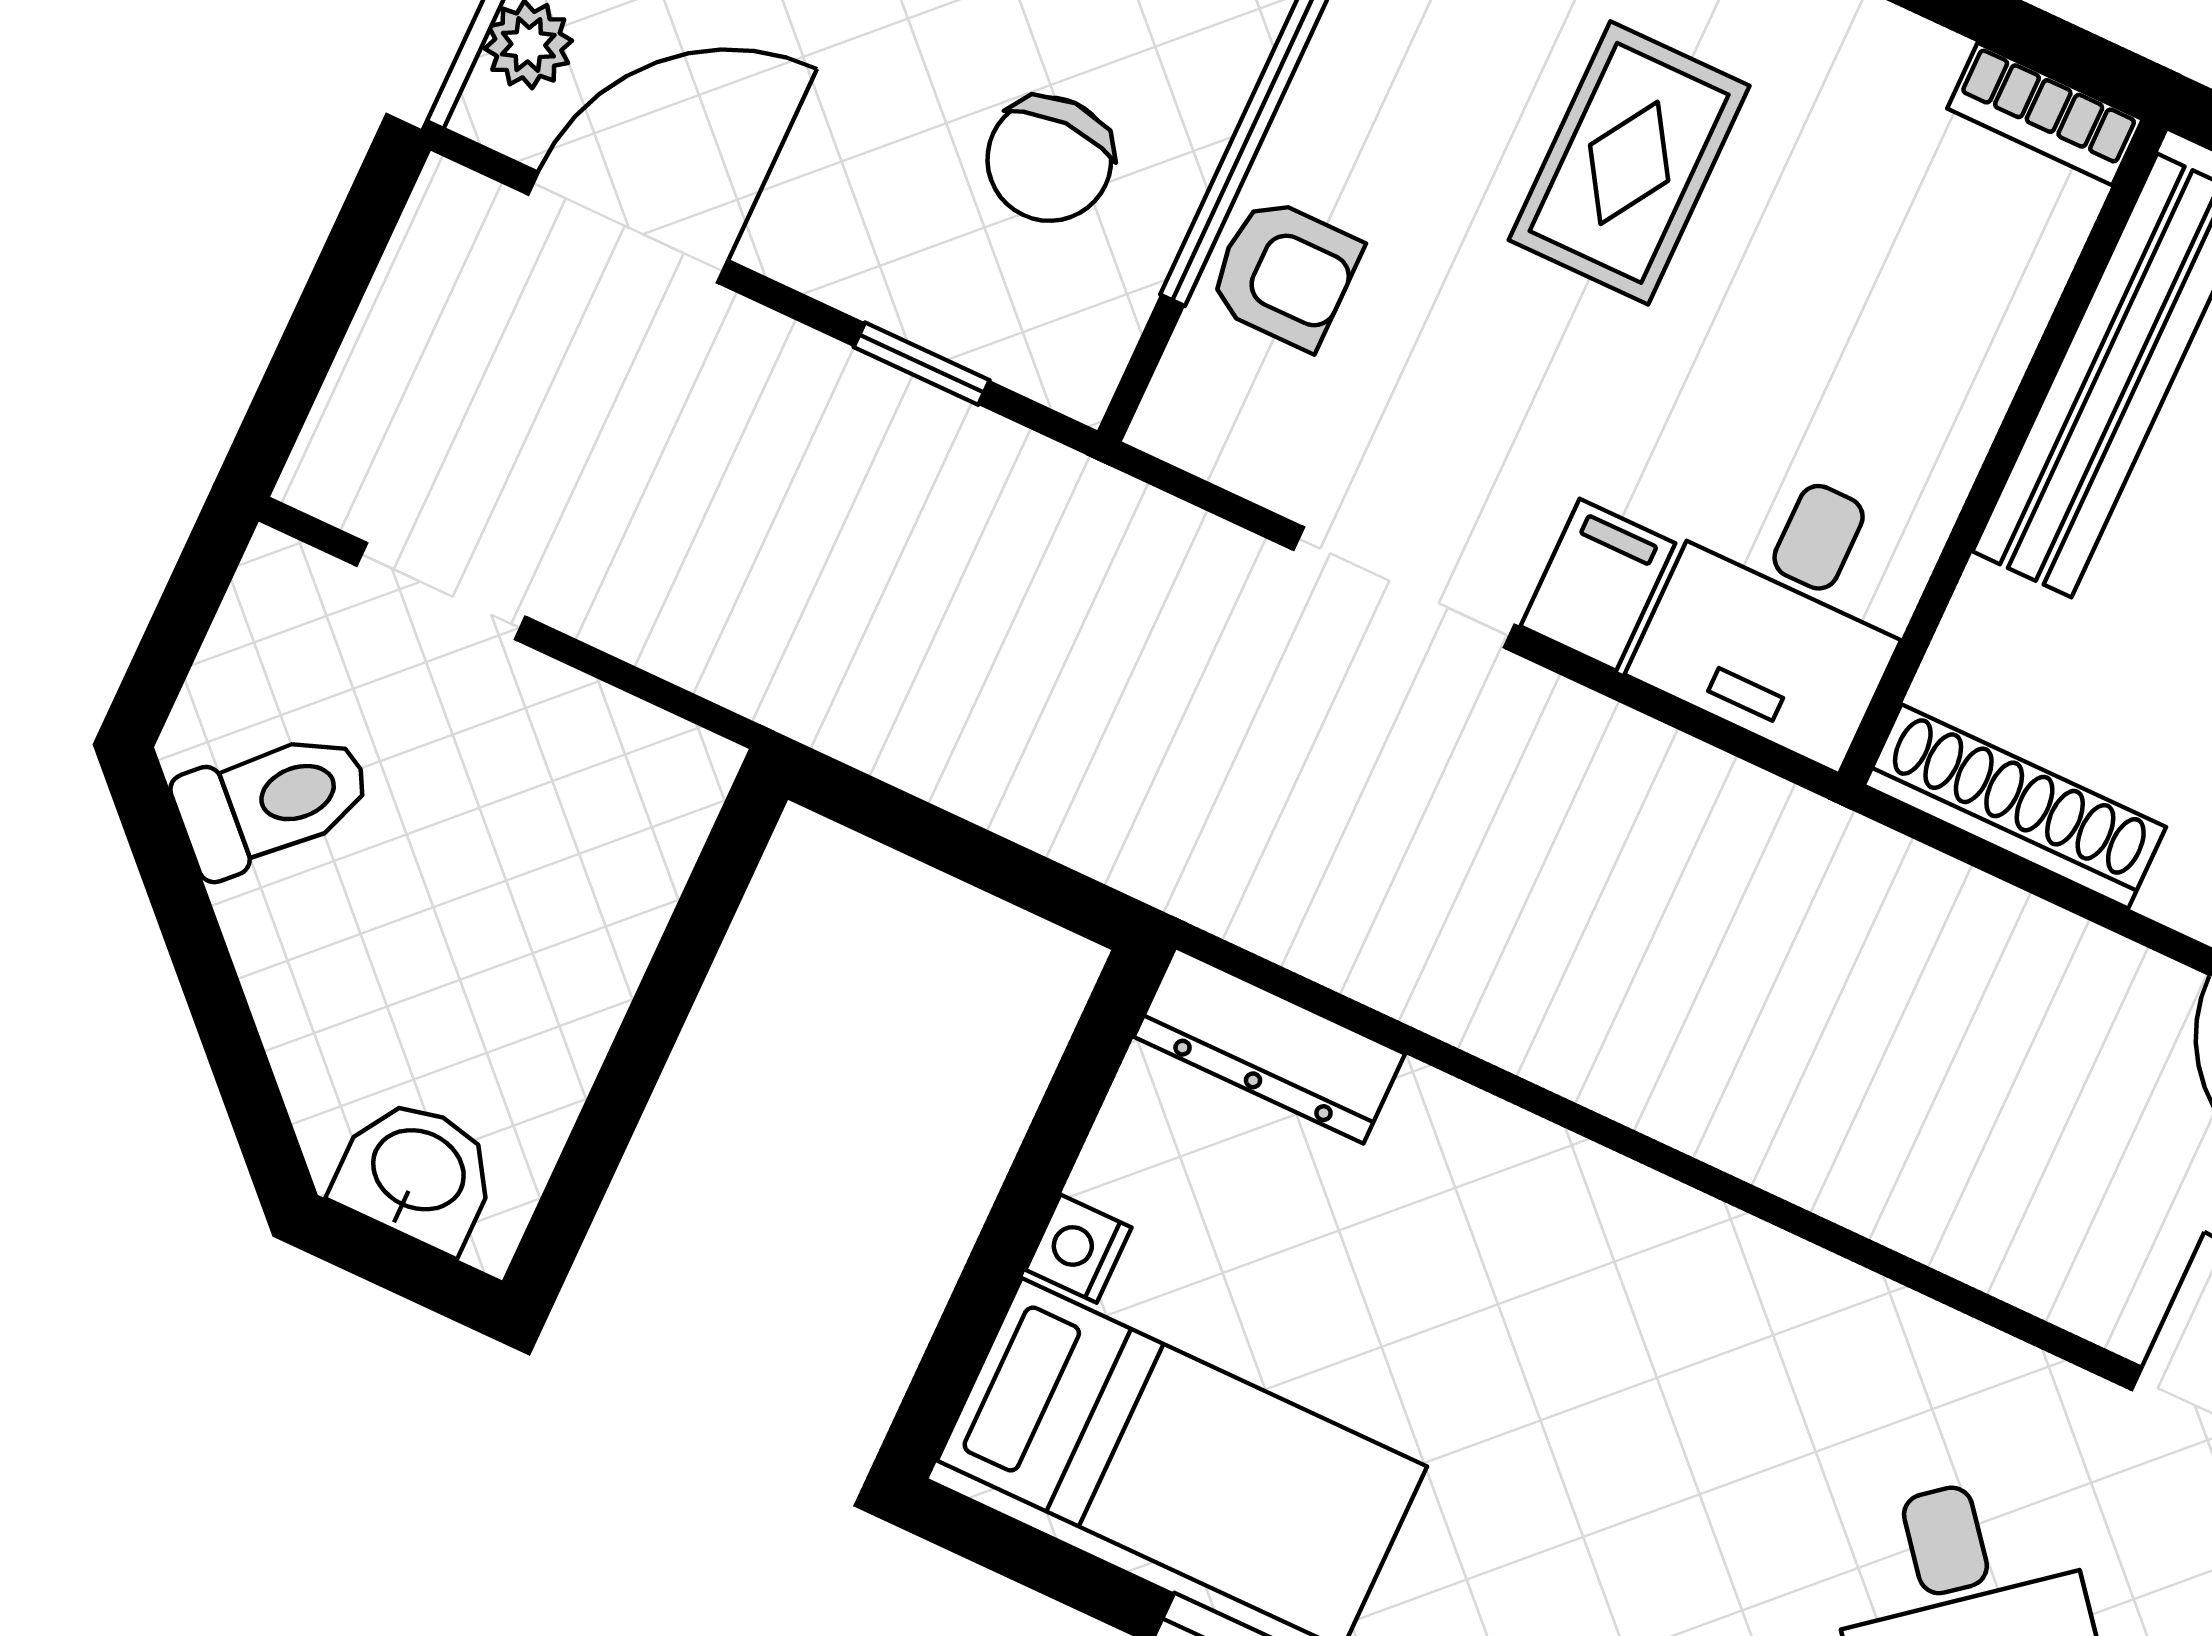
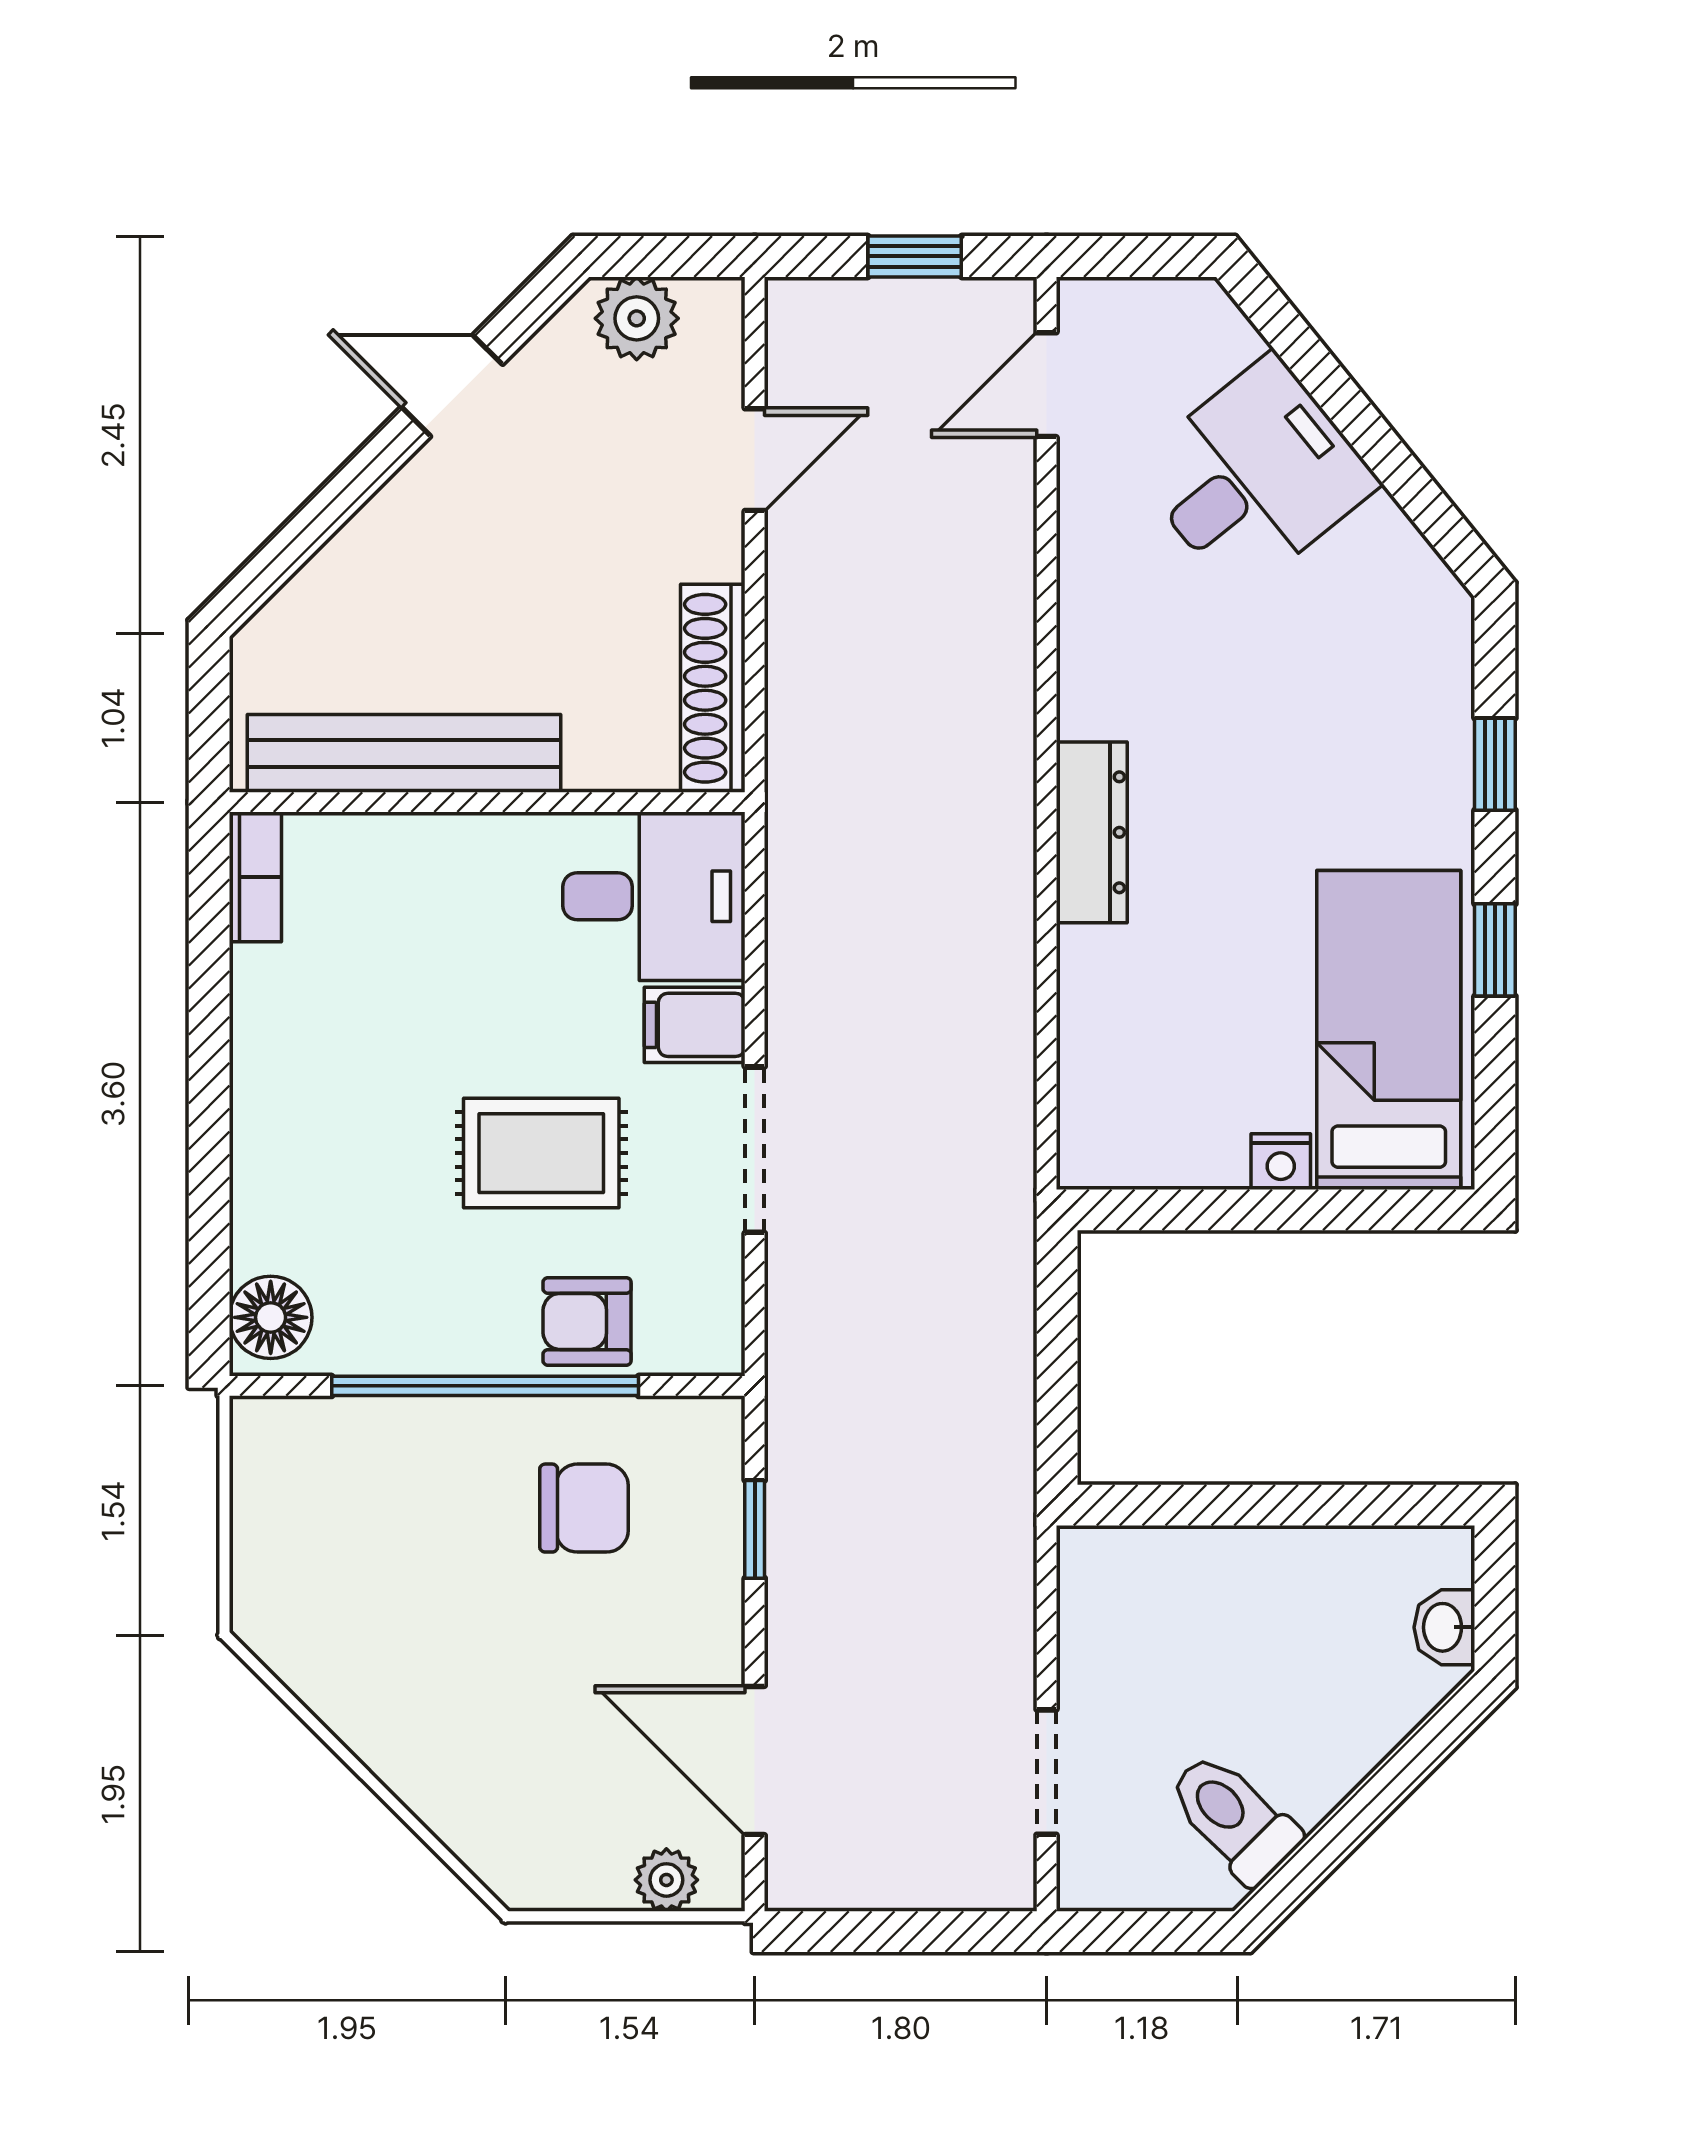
rug: (1629, 163) -> (541, 1153), moved
armchair: (1285, 273) -> (587, 1321), turned -90
dresser: (1269, 1045) -> (1092, 832), moved
washbasin: (417, 1173) -> (1444, 1627), width x0.72, depth x0.69

